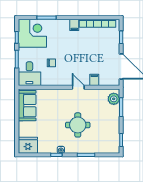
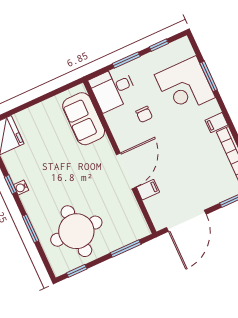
corner desk: (32, 33) -> (185, 86), moved, turned 90
door: (78, 87) -> (126, 171), width x1.87
plant: (114, 99) -> (133, 232), removed
sofa: (27, 106) -> (84, 119), moved, turned 90
round table: (78, 125) -> (76, 231), moved, width x1.36, depth x1.36

